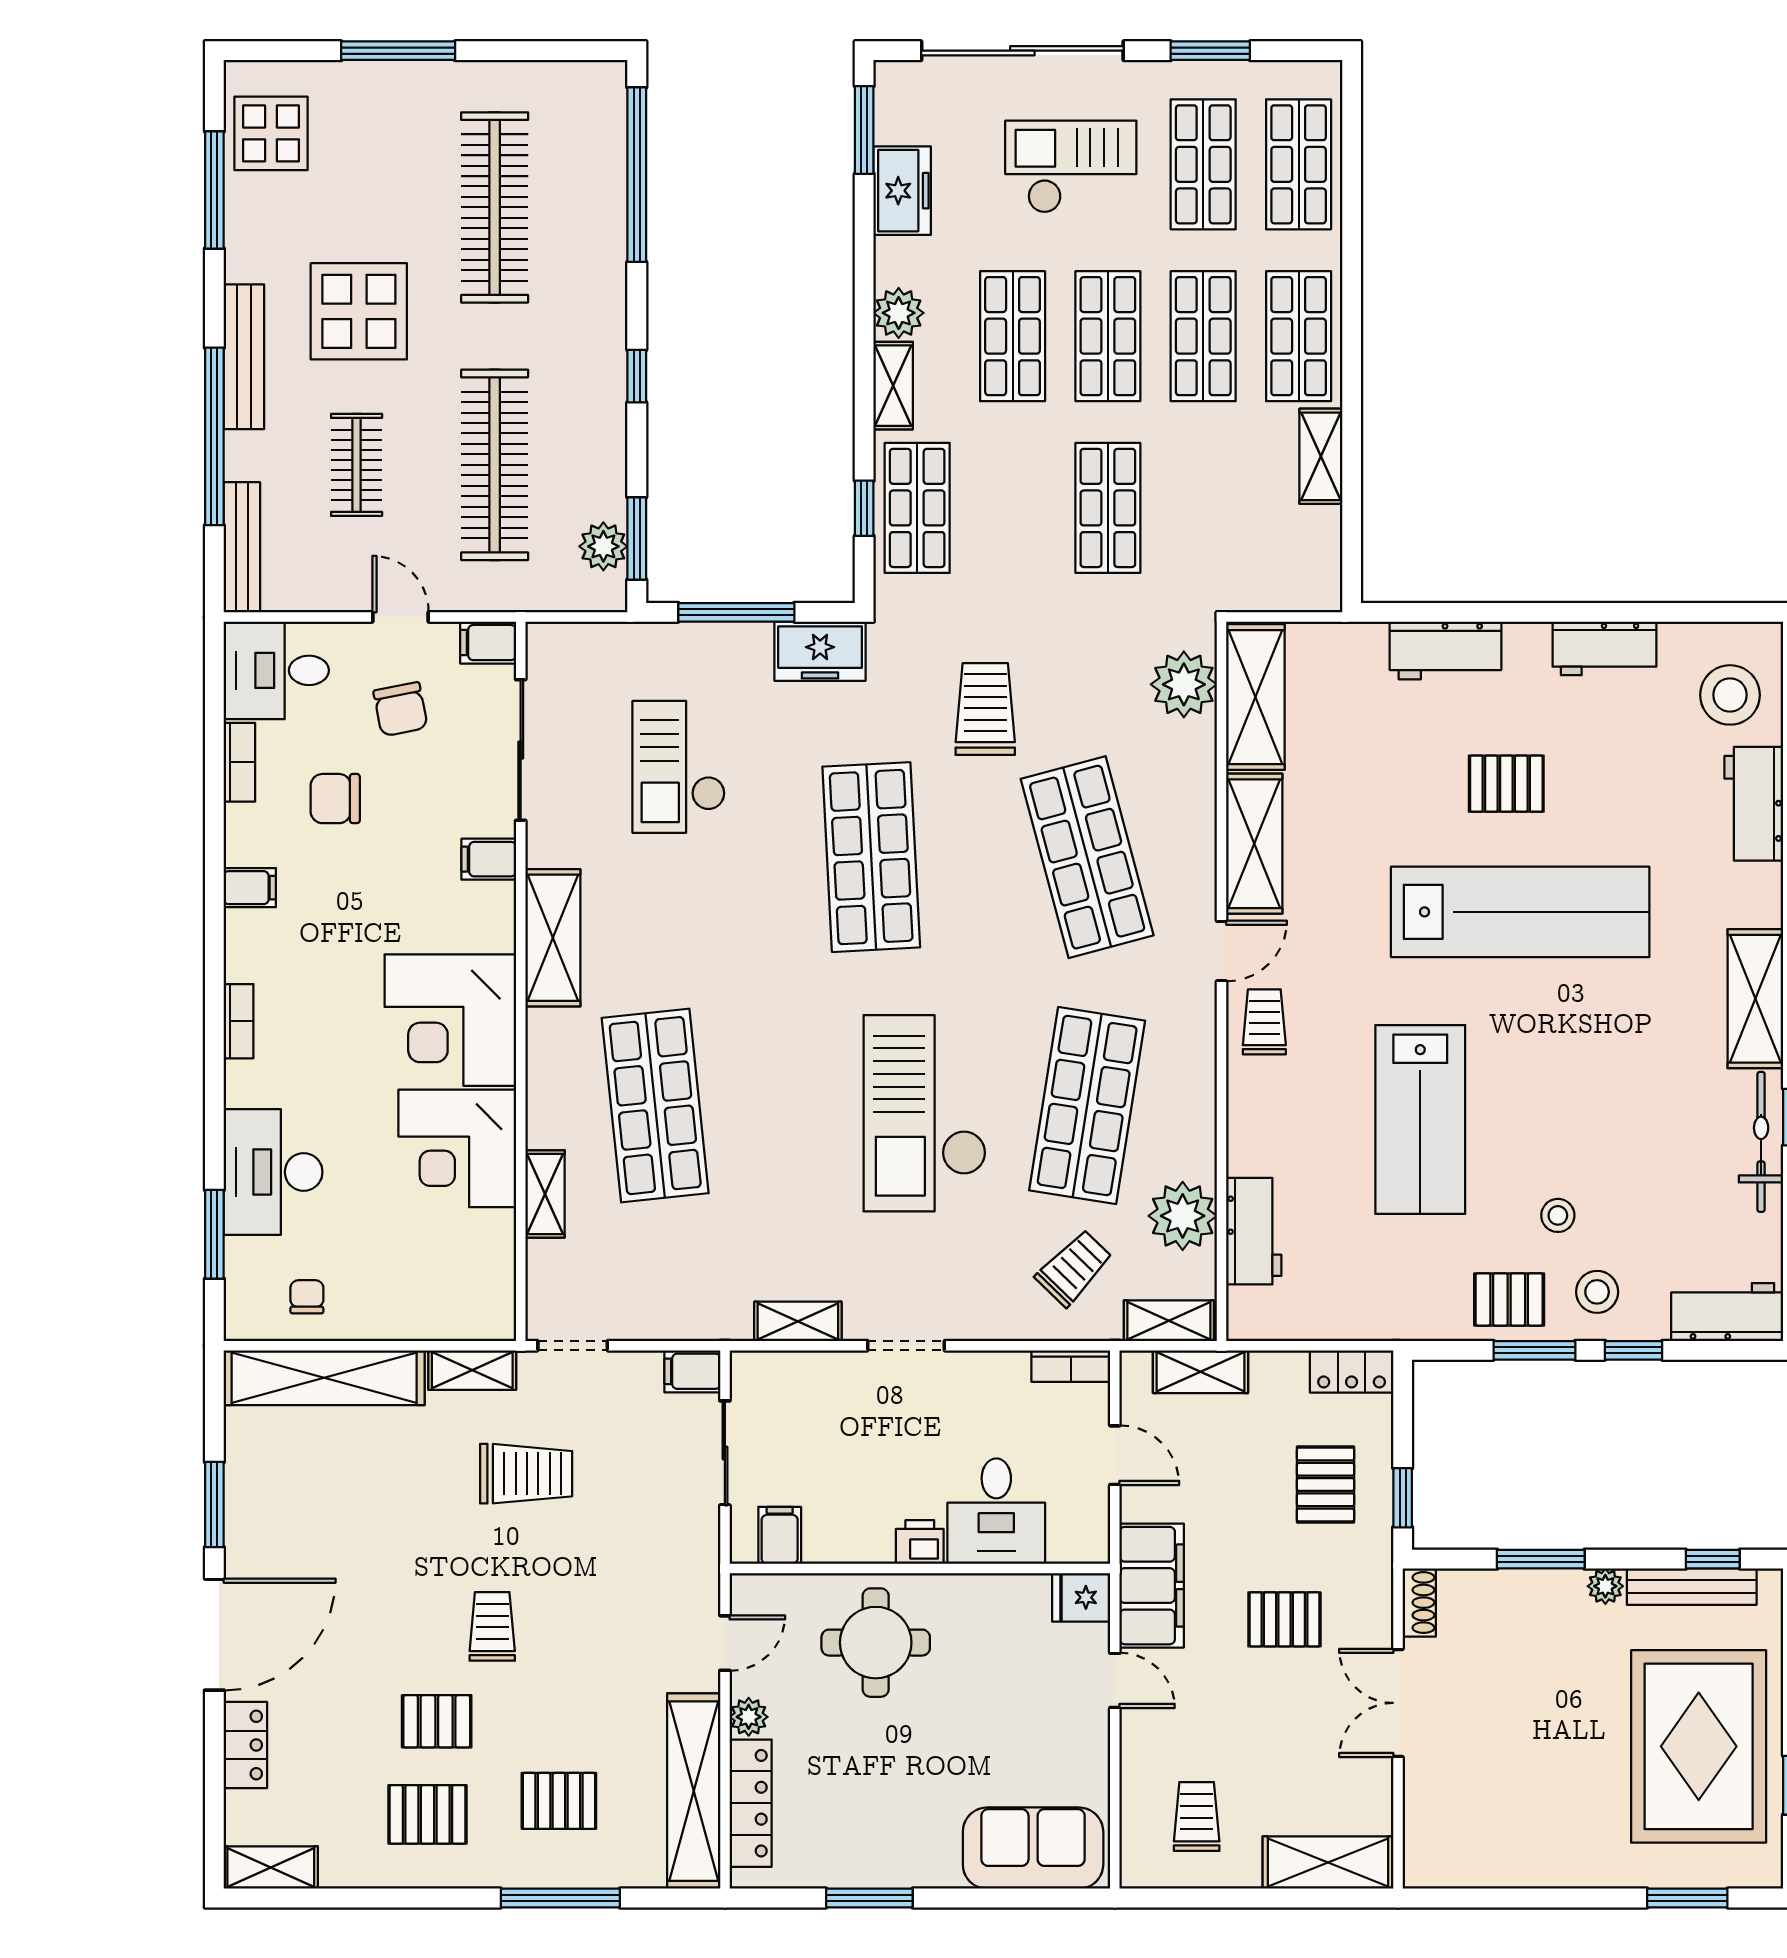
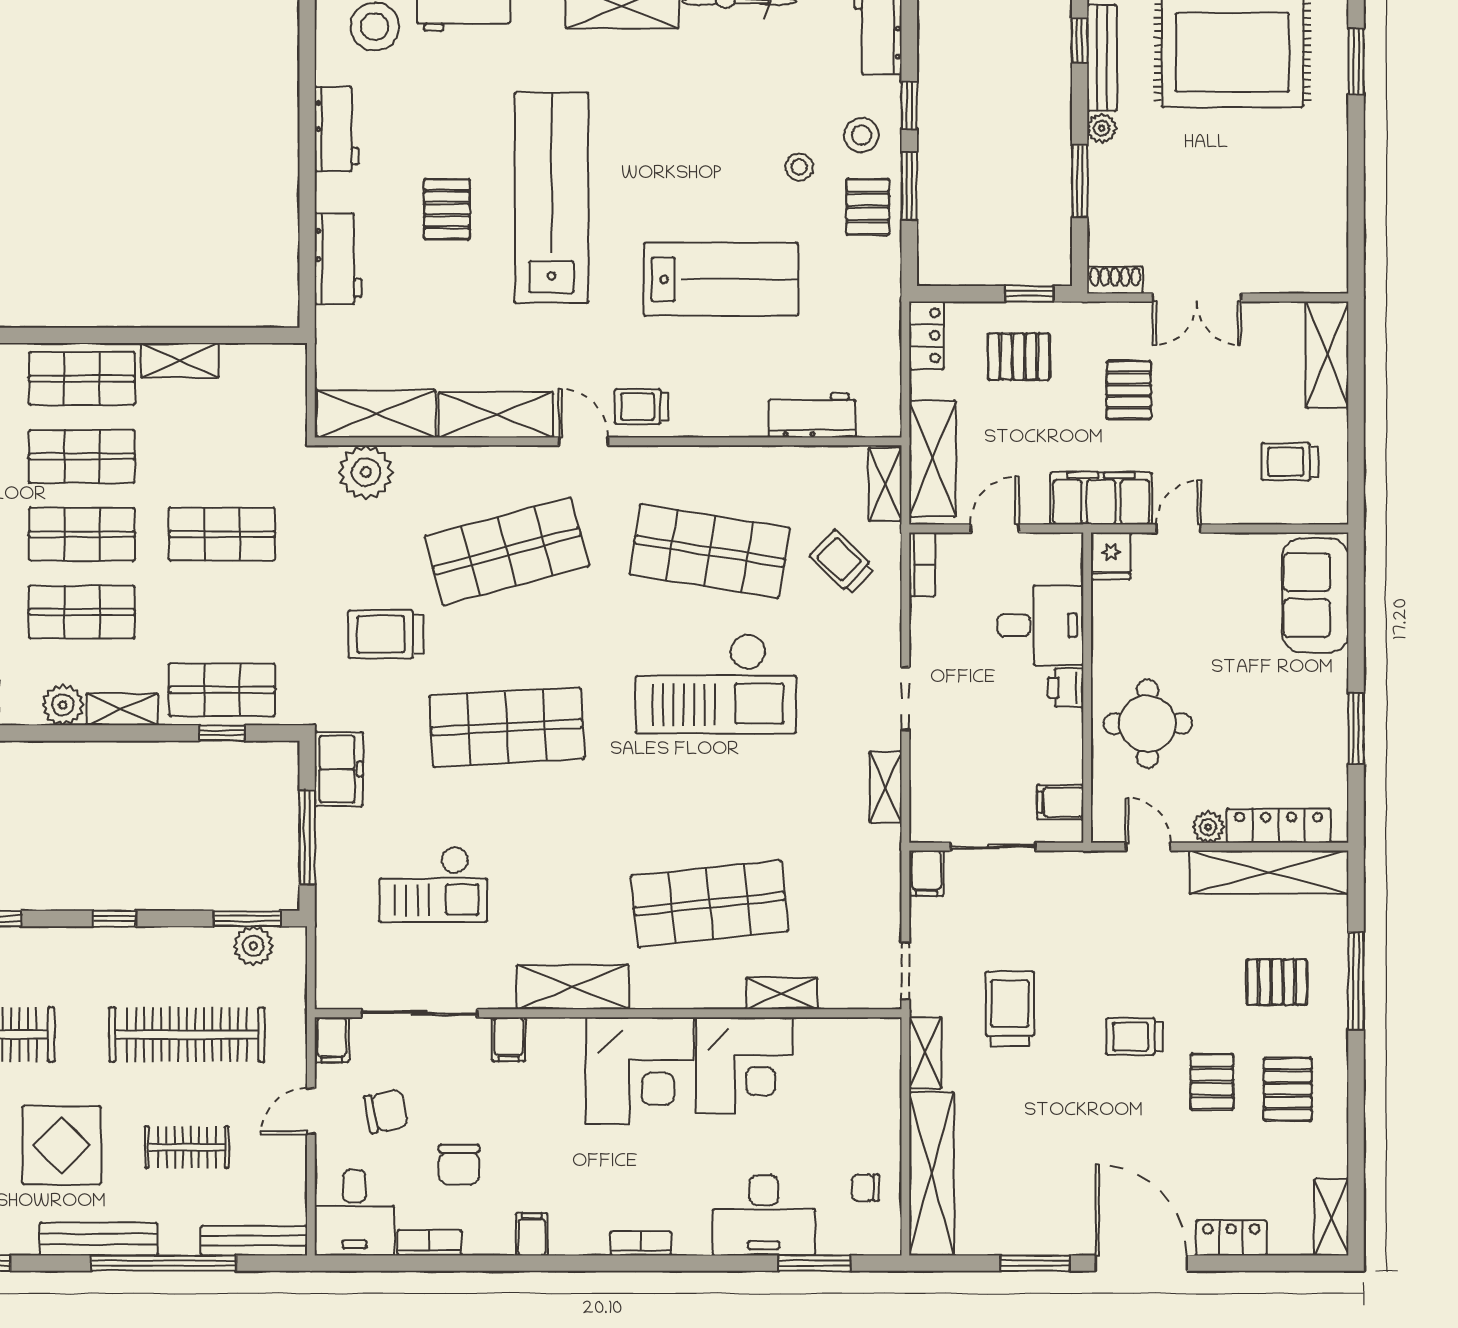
plant: (1183, 1216) -> (800, 473), removed
shelving: (1201, 1372) -> (932, 459), width x1.50, depth x1.33
pallet: (559, 1801) -> (1277, 982), turned 90

